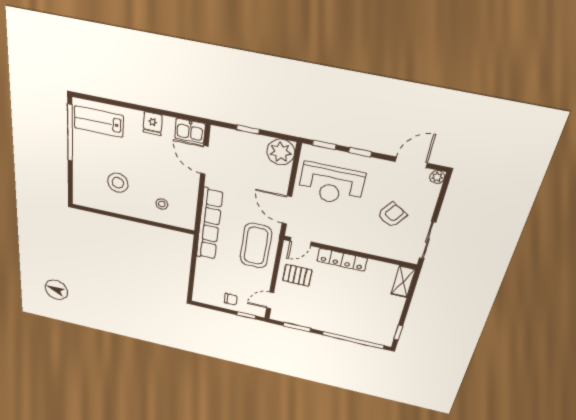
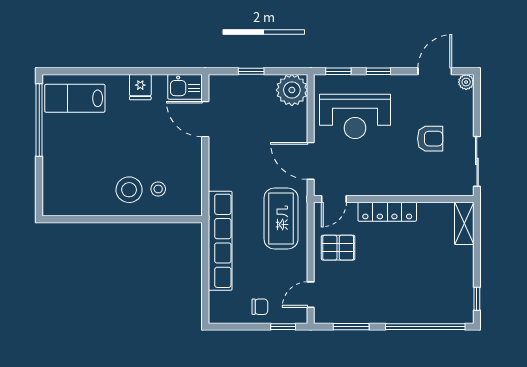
stool: (118, 183) -> (129, 190), moved
armchair: (392, 215) -> (430, 139), turned 57
row of seats: (209, 224) -> (220, 241), moved

